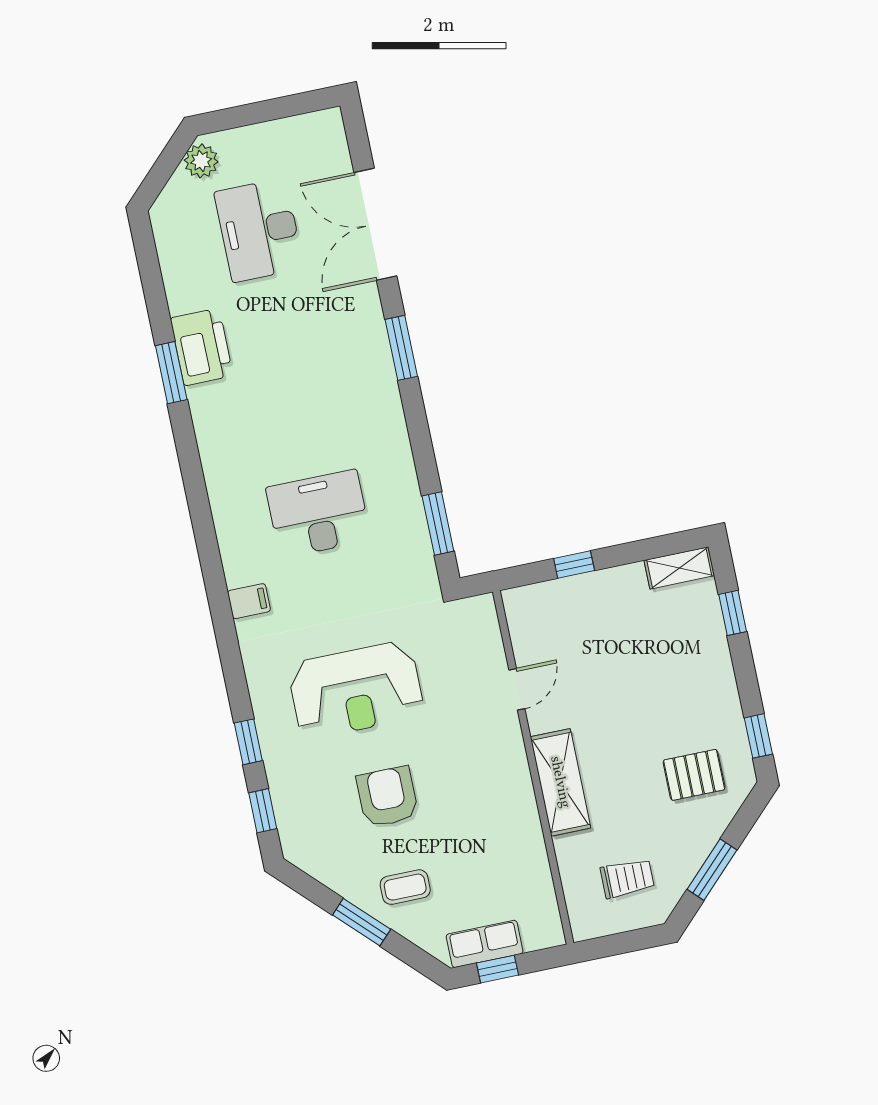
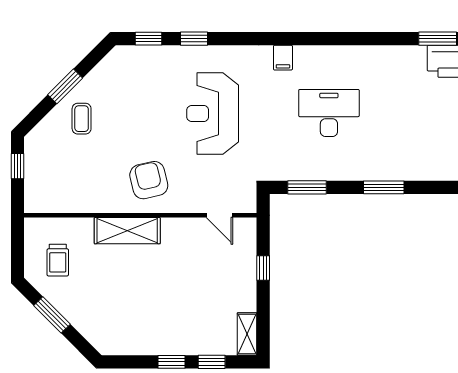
window: (401, 348) -> (384, 187), moved
desk: (318, 514) -> (329, 113), turned -90
door: (517, 689) -> (220, 215), moved
window: (758, 736) -> (172, 362), moved
pallet: (694, 775) -> (114, 316), removed
armchair: (387, 797) -> (149, 180), moved, turned -103
row of seats: (485, 944) -> (35, 161), removed

